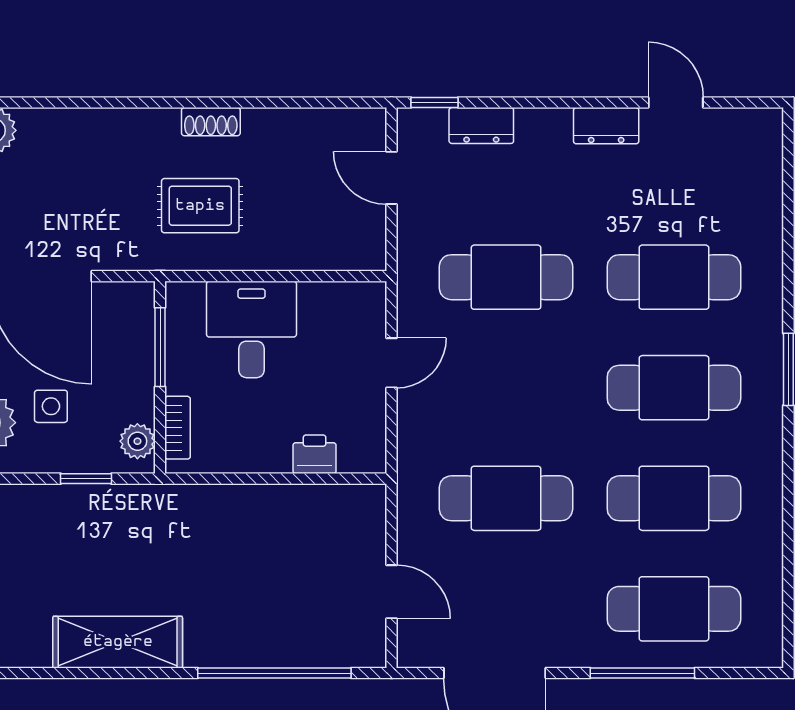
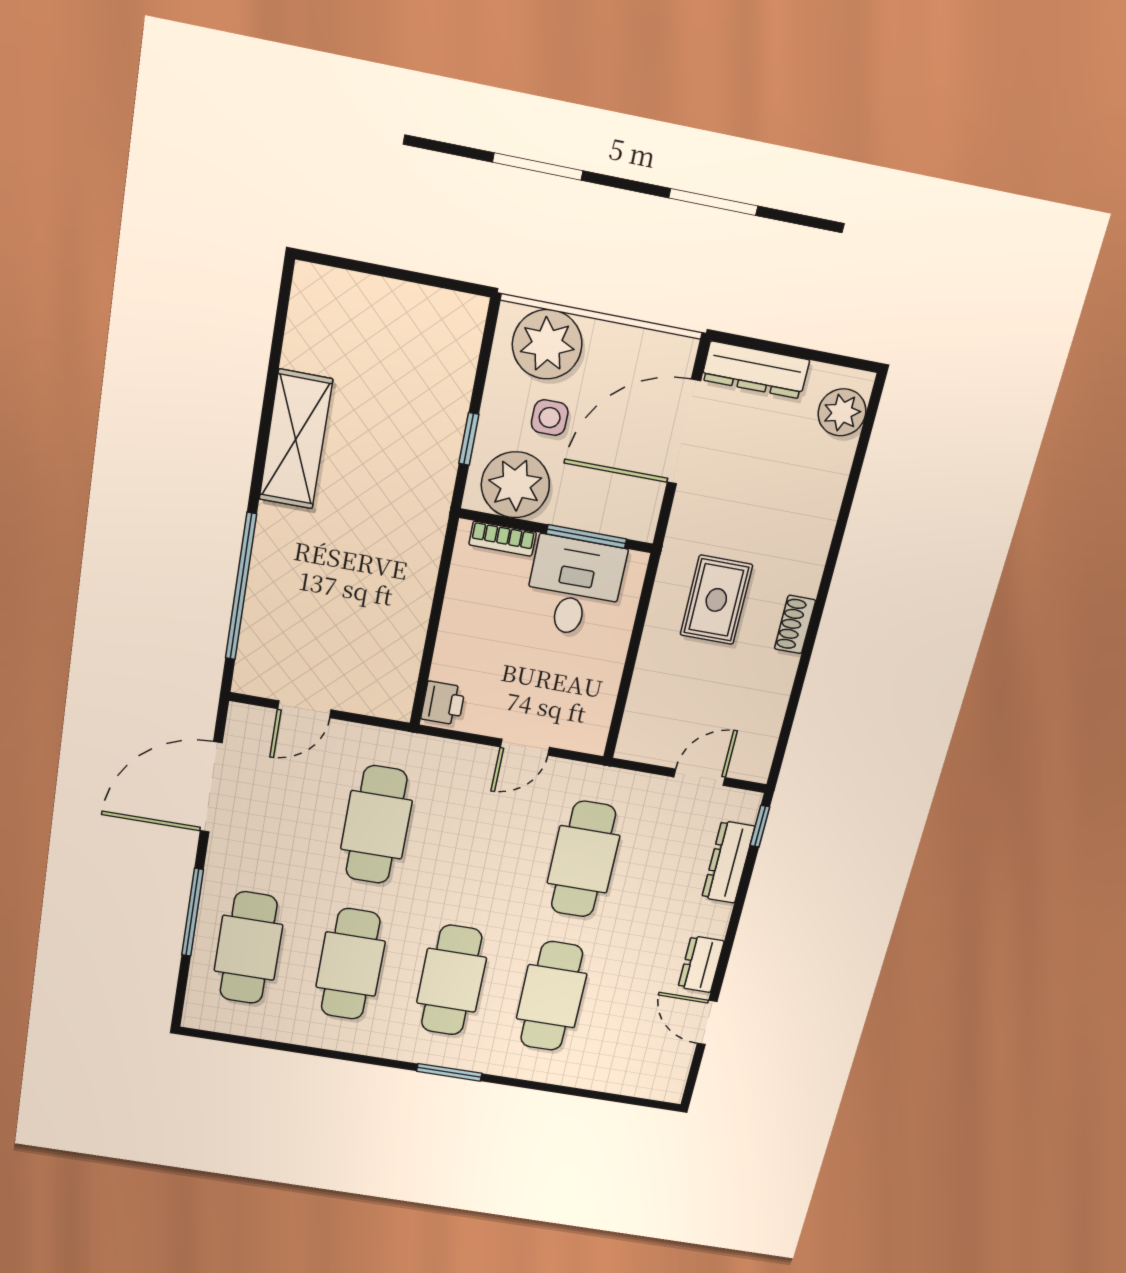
door: (676, 102) -> (707, 1023), swing flipped
dresser: (481, 126) -> (728, 862), width x1.44
desk: (251, 329) -> (574, 587), moved, turned -90
door: (392, 363) -> (525, 747), hinge flipped
plant: (137, 441) -> (515, 485), width x1.87, depth x1.87
printer: (315, 454) -> (443, 703), moved

